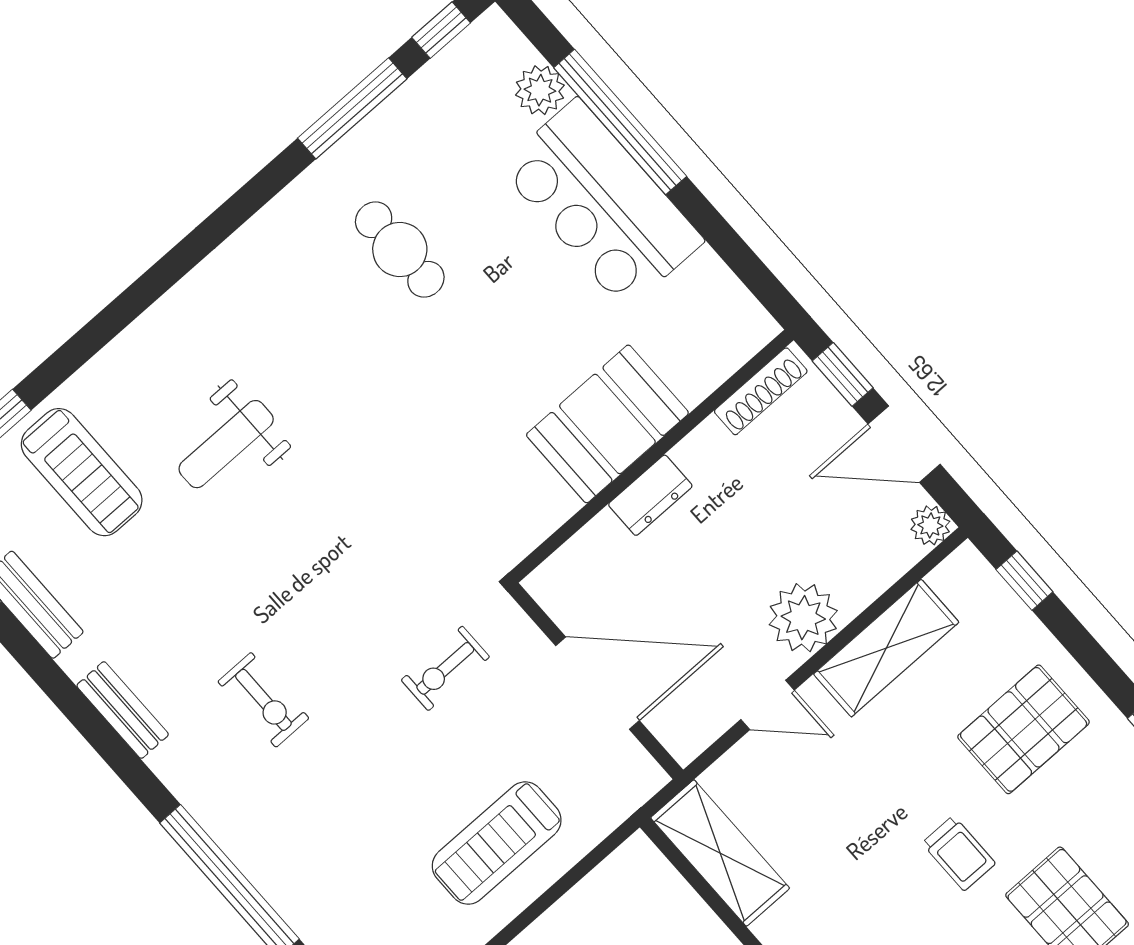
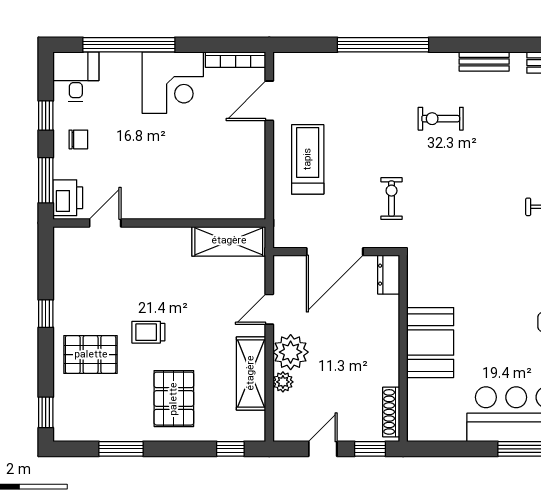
door: (904, 444) -> (323, 449), width x0.73
dresser: (650, 495) -> (389, 275), moved
plant: (930, 525) -> (283, 382), moved

